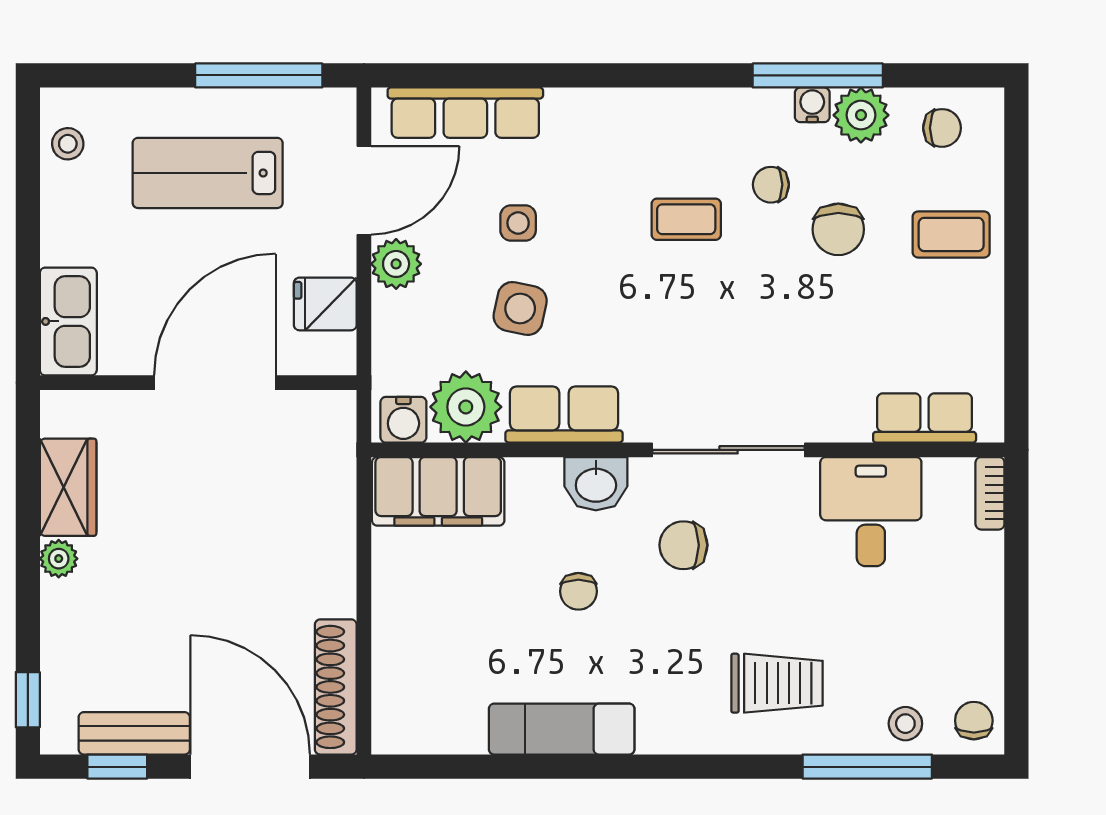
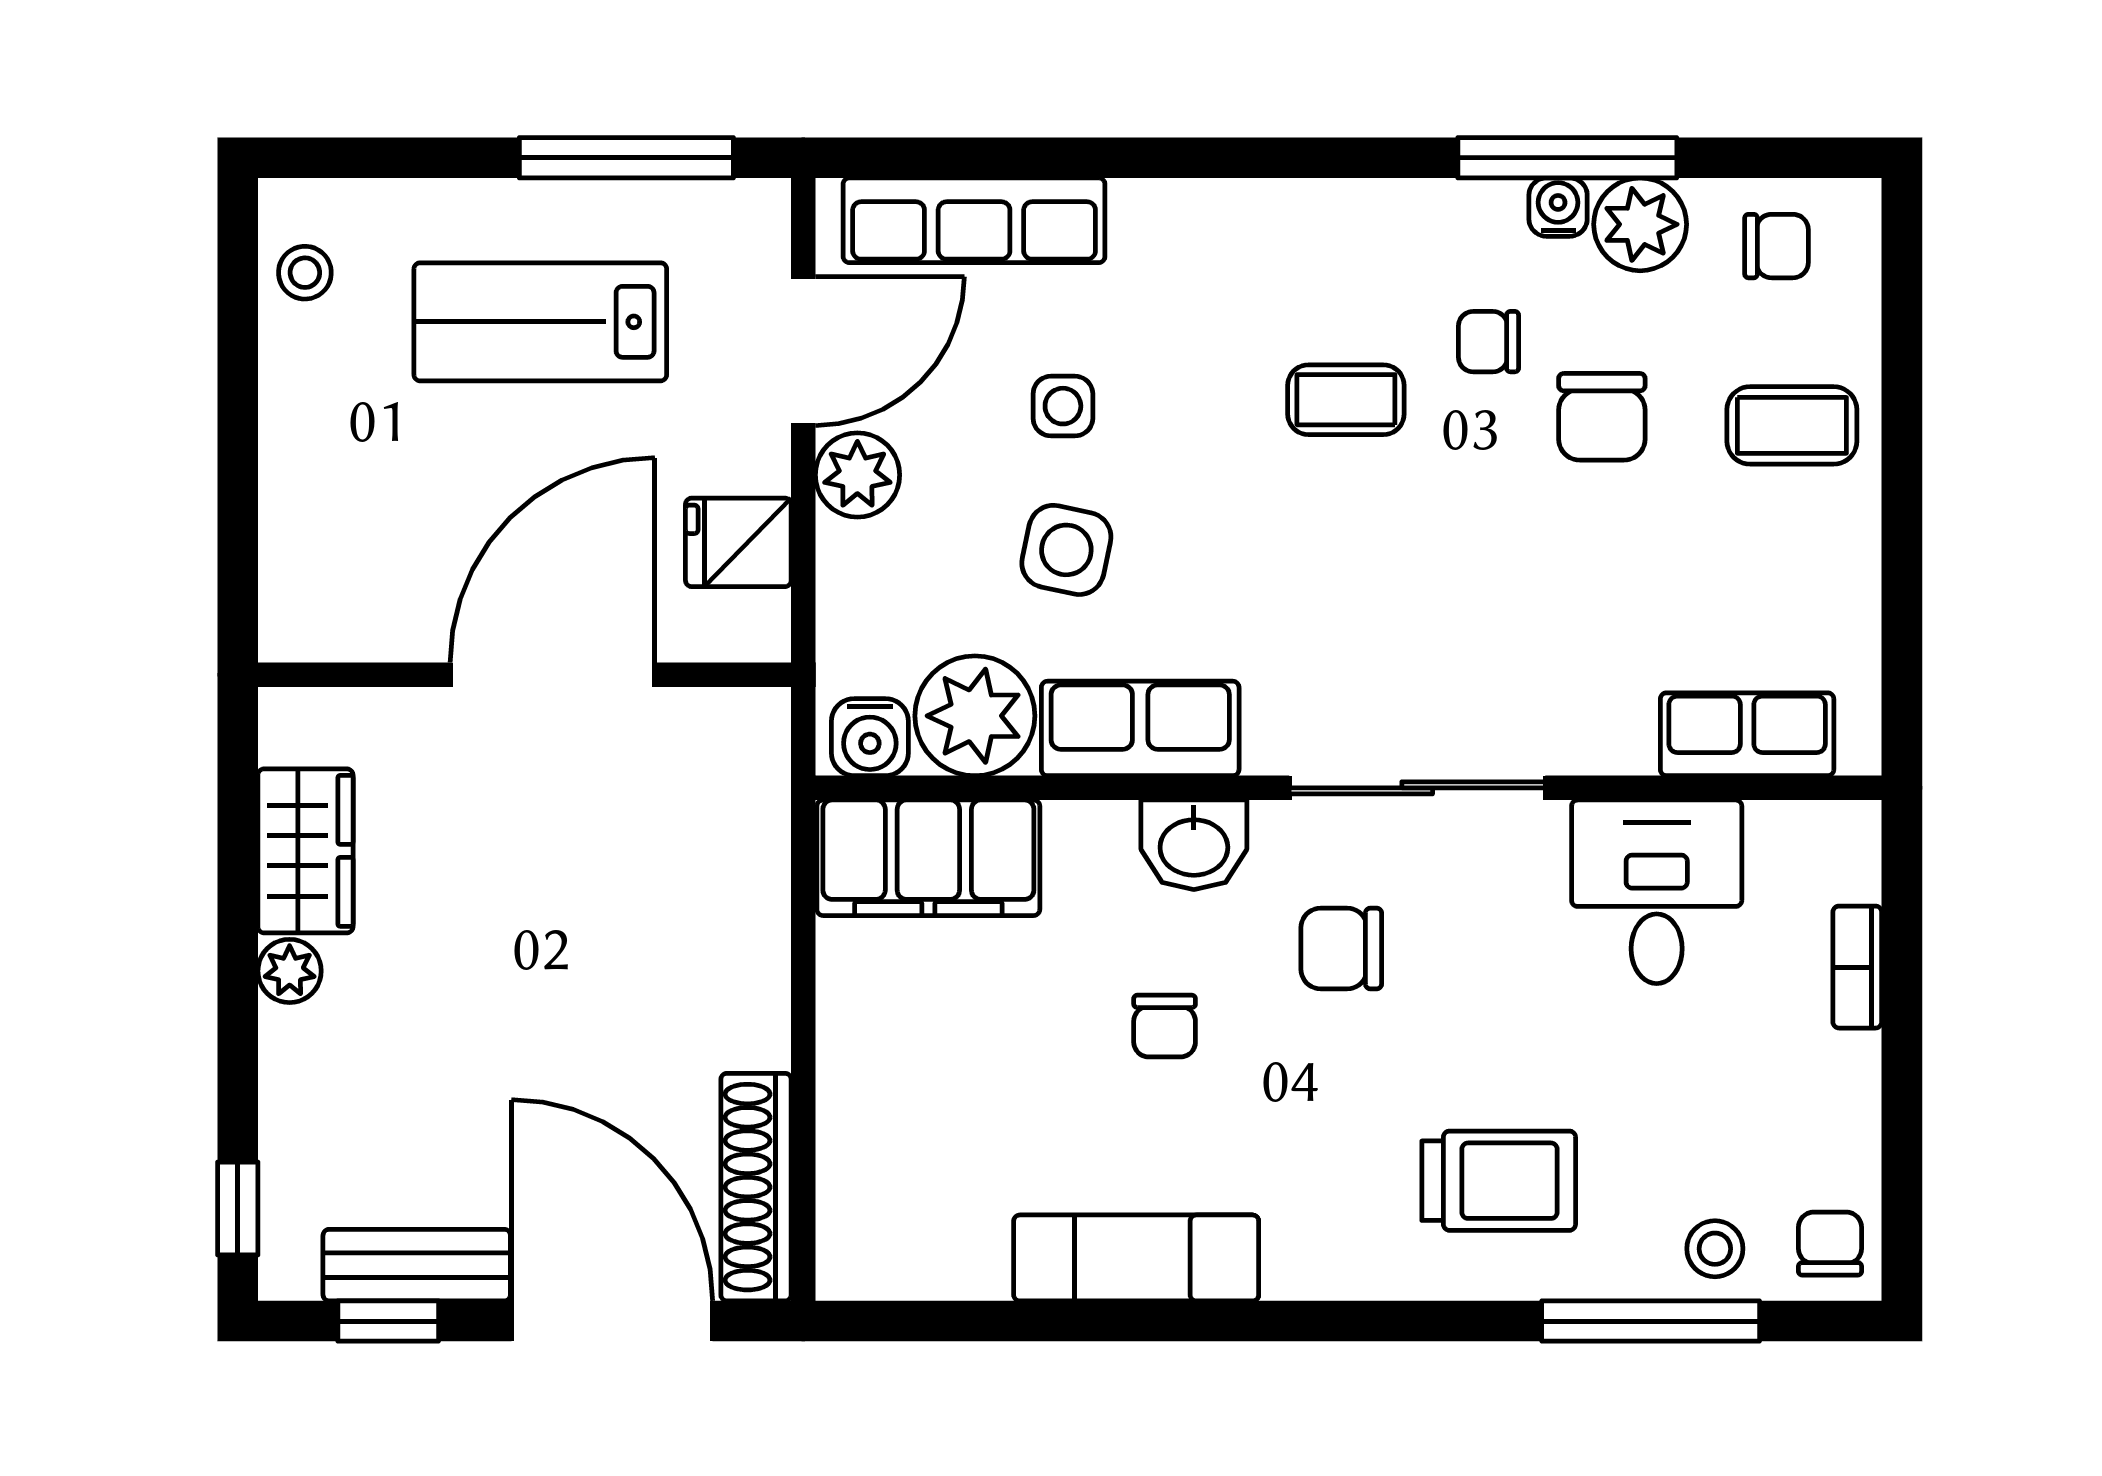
kitchen sink: (68, 321) -> (306, 572), removed
bookcase: (990, 493) -> (1857, 967), moved

